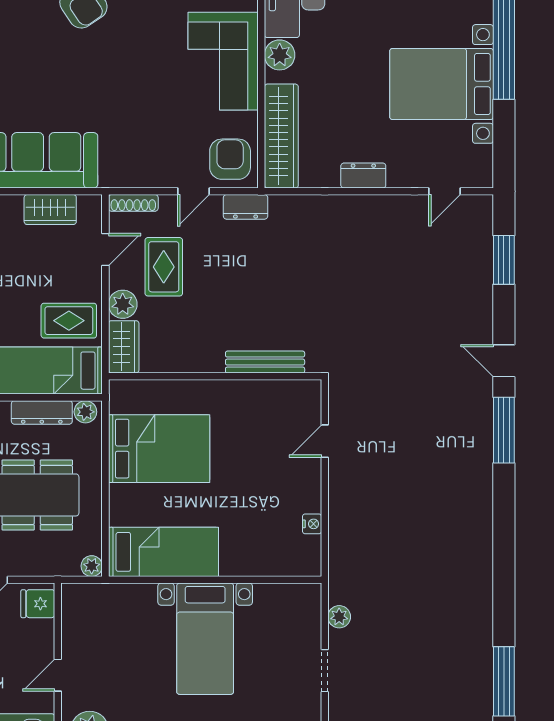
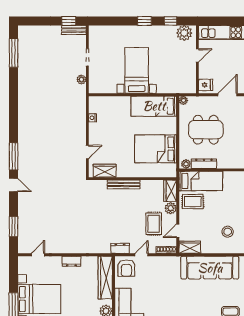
wardrobe: (50, 210) -> (190, 247), moved
bench: (265, 362) -> (124, 184), moved
wardrobe: (283, 395) -> (105, 171), added

